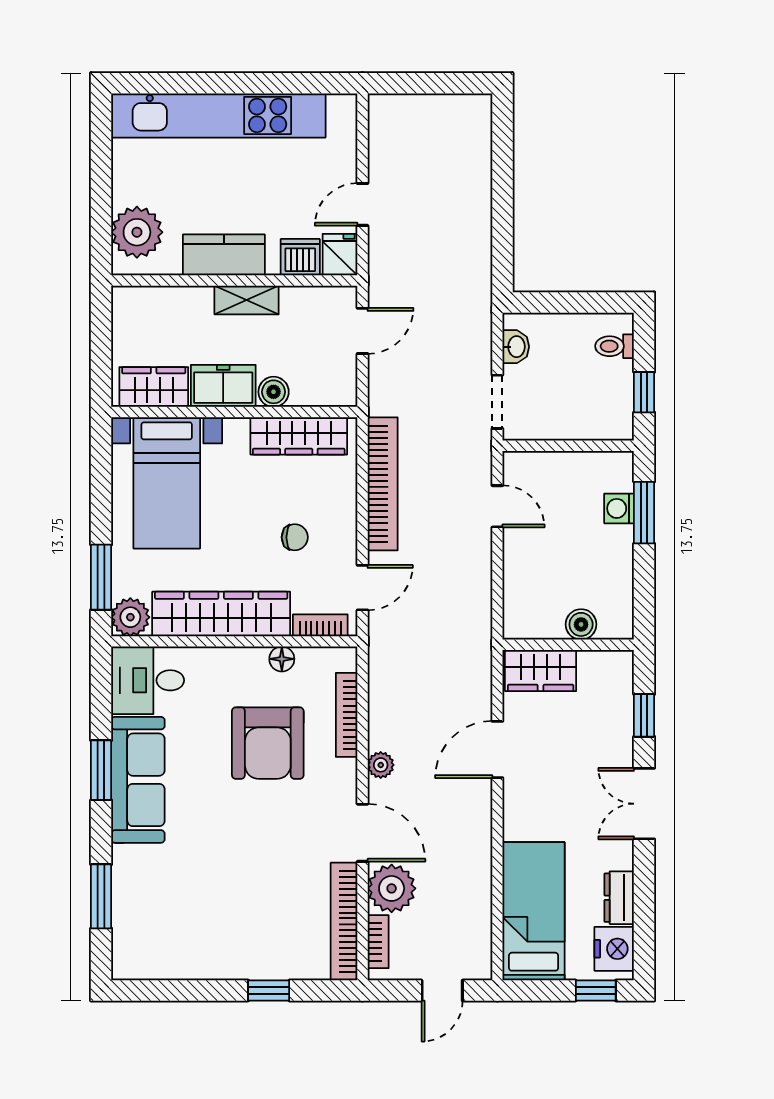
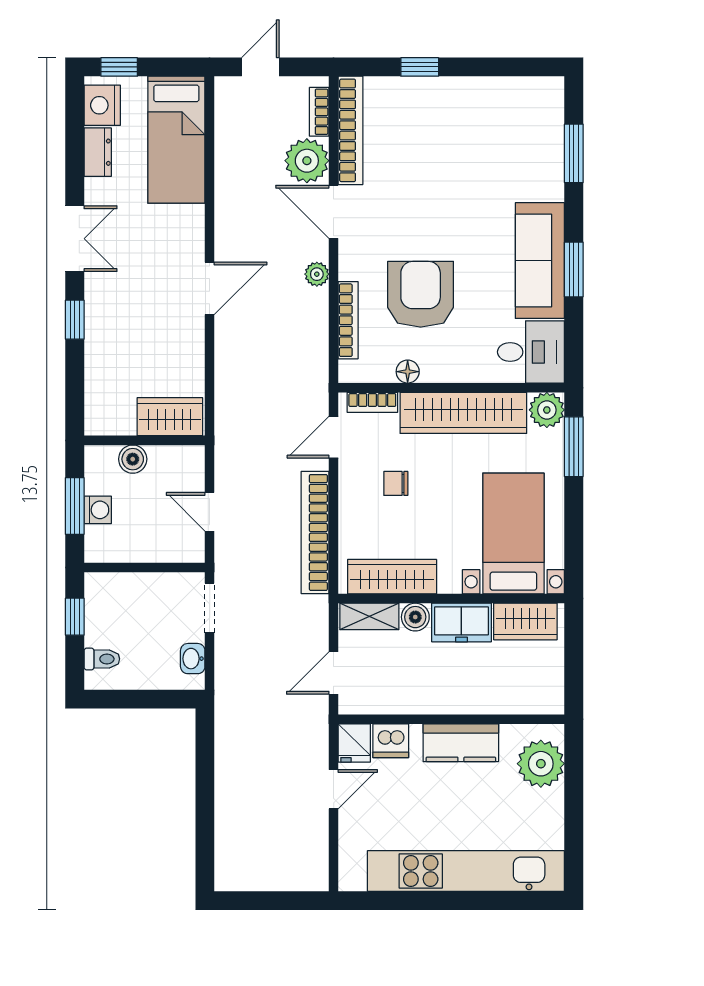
shelving: (247, 300) -> (369, 616), moved
boiler: (581, 624) -> (133, 459), moved
wall: (568, 645) -> (145, 440), moved
wardrobe: (541, 671) -> (170, 417), moved

